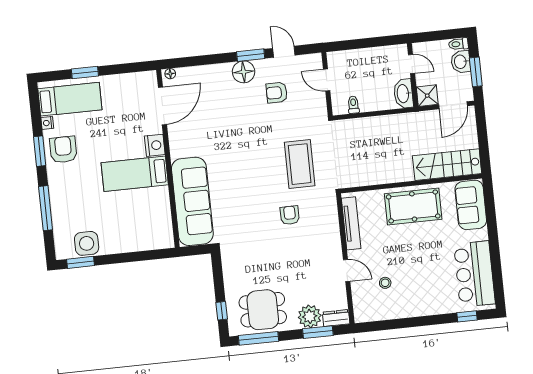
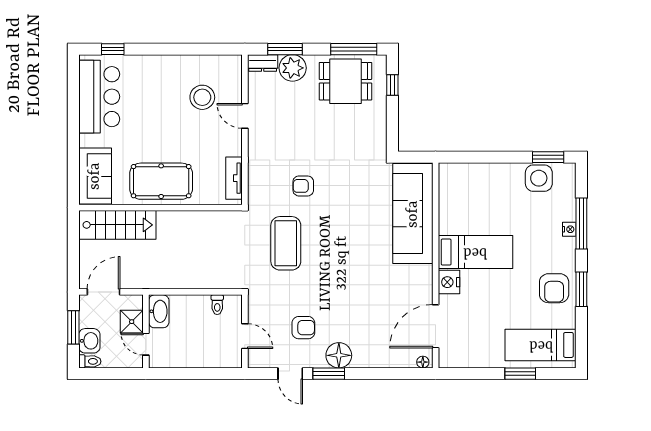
shower: (427, 96) -> (132, 322), moved
nightstand: (47, 123) -> (569, 229), moved
armchair: (290, 215) -> (303, 186), turned 90
tv unit: (351, 223) -> (234, 178), width x0.71
stool: (385, 283) -> (202, 97), width x1.89, depth x1.89

